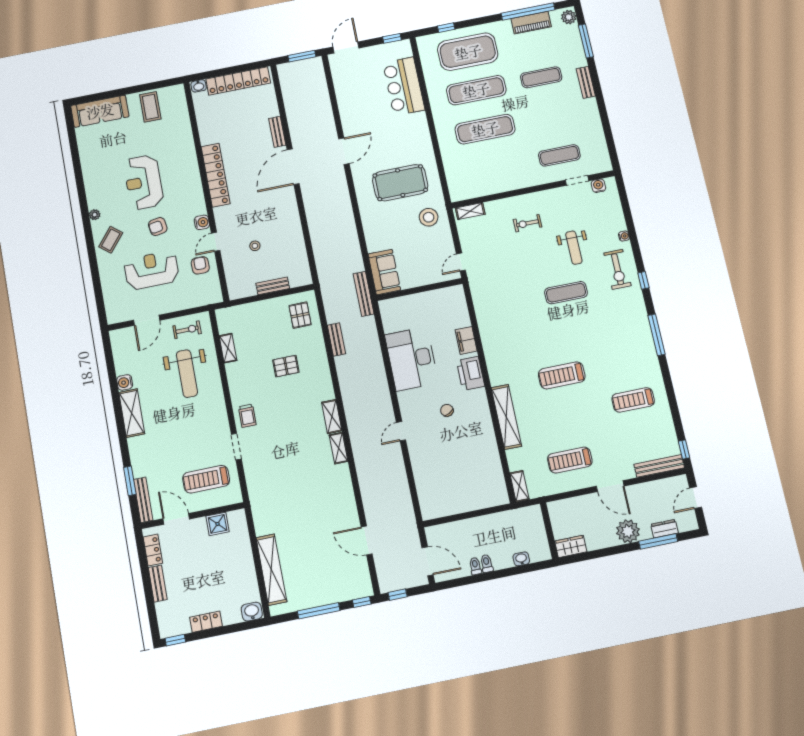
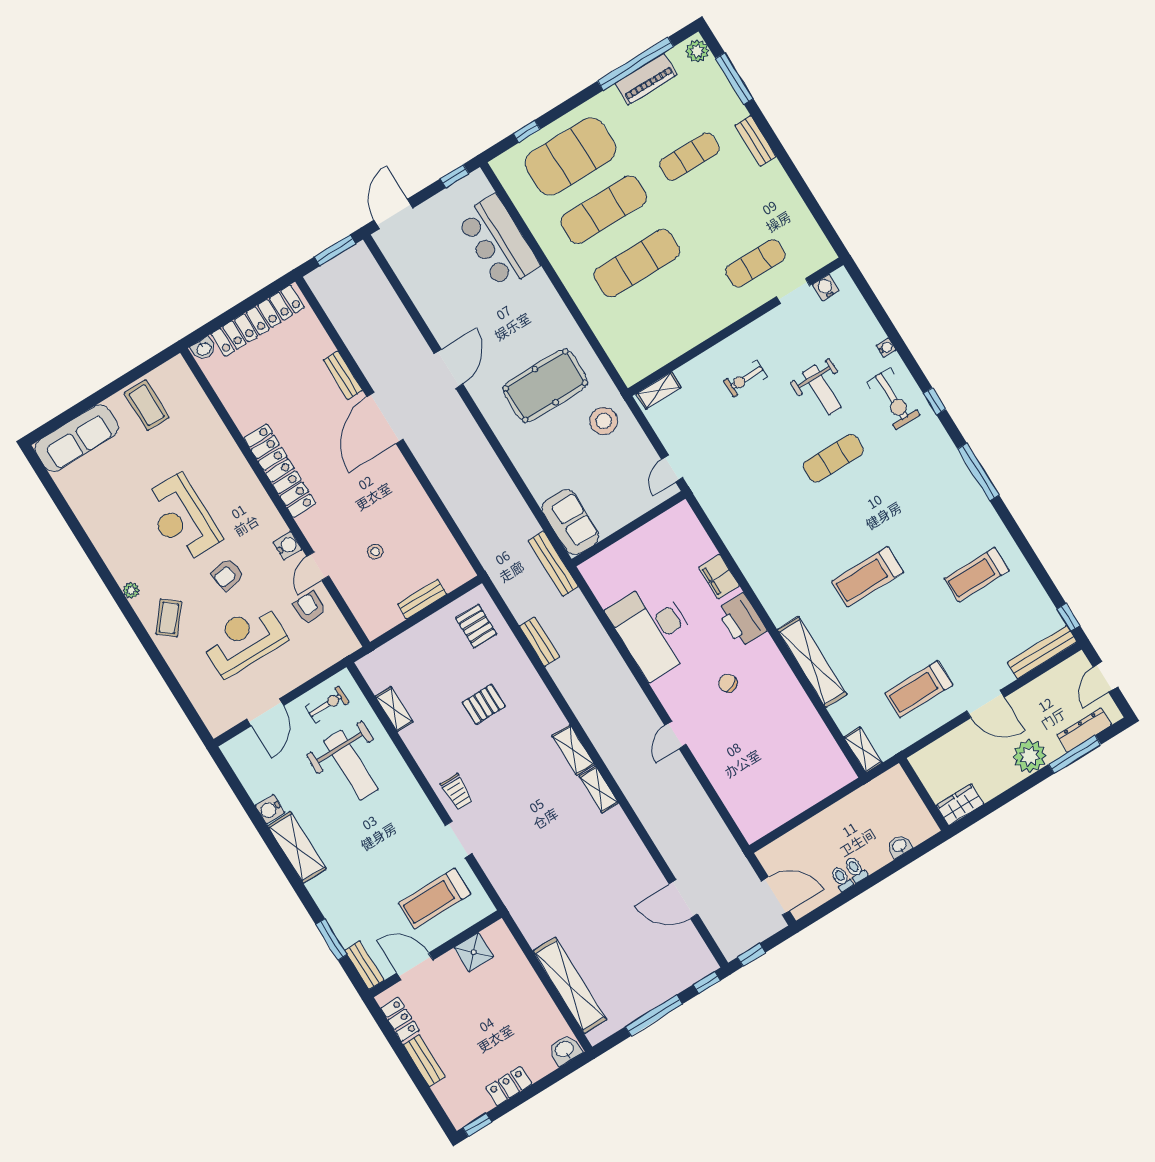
bench: (143, 500) -> (364, 965), width x0.73
dresser: (664, 529) -> (1084, 730), width x1.44

